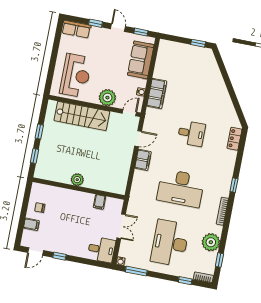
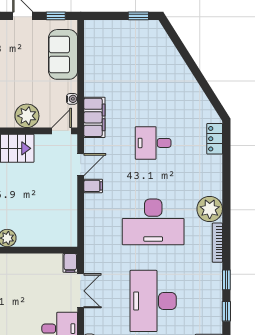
filing cabinet: (157, 94) -> (94, 117), moved
desk: (191, 133) -> (153, 143), turned 180
filing cabinet: (143, 160) -> (93, 186), width x0.50
window: (234, 185) -> (226, 280), moved
filing cabinet: (100, 202) -> (70, 263), moved
plant: (211, 242) -> (210, 209), moved

